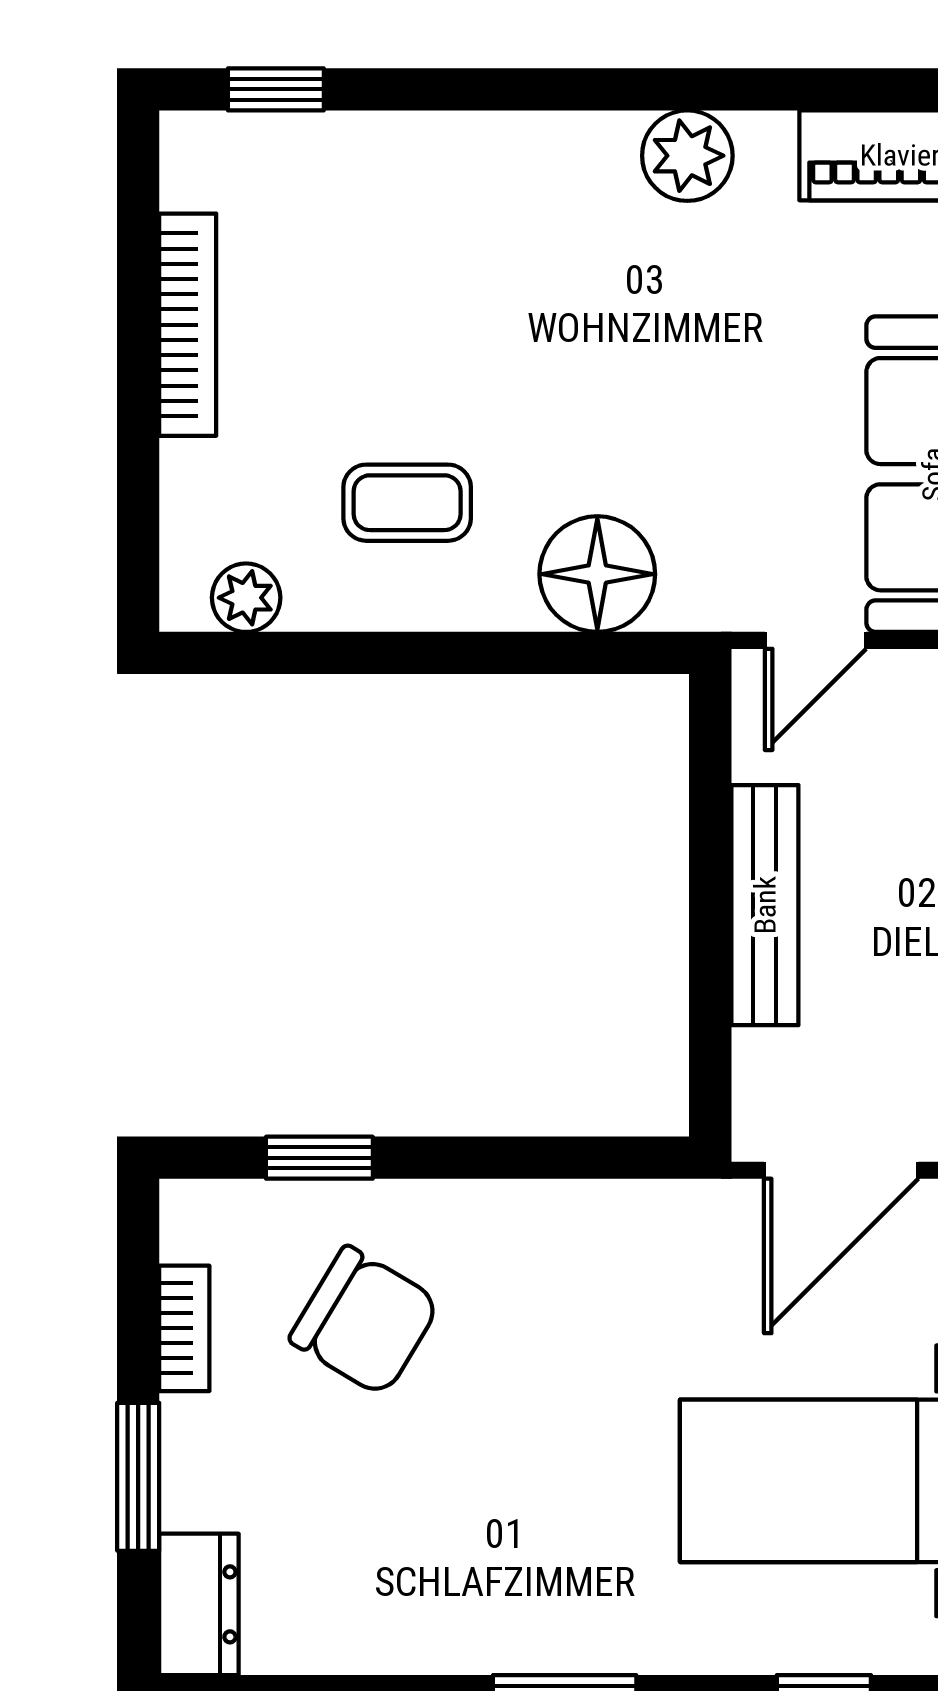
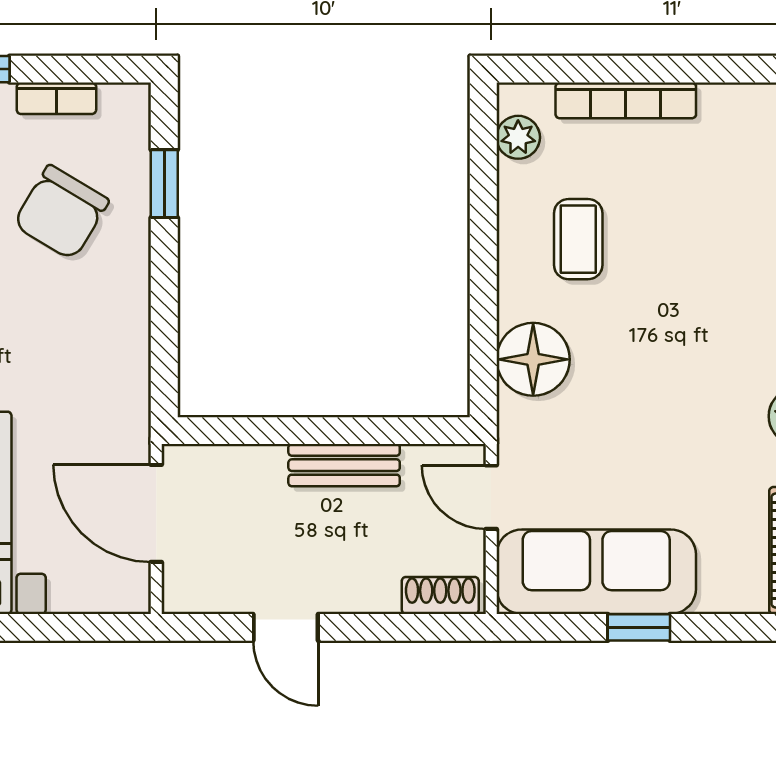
bookcase: (188, 325) -> (626, 100), moved
bench: (765, 905) -> (344, 465), width x0.73

